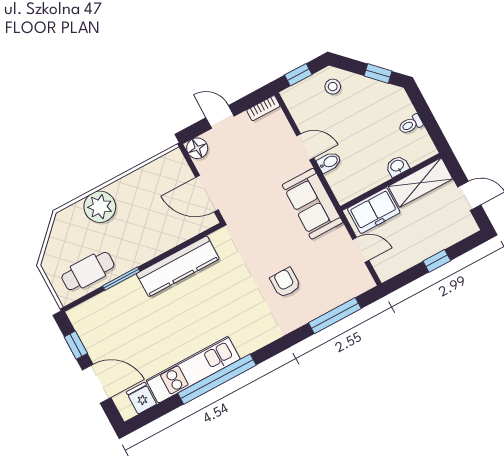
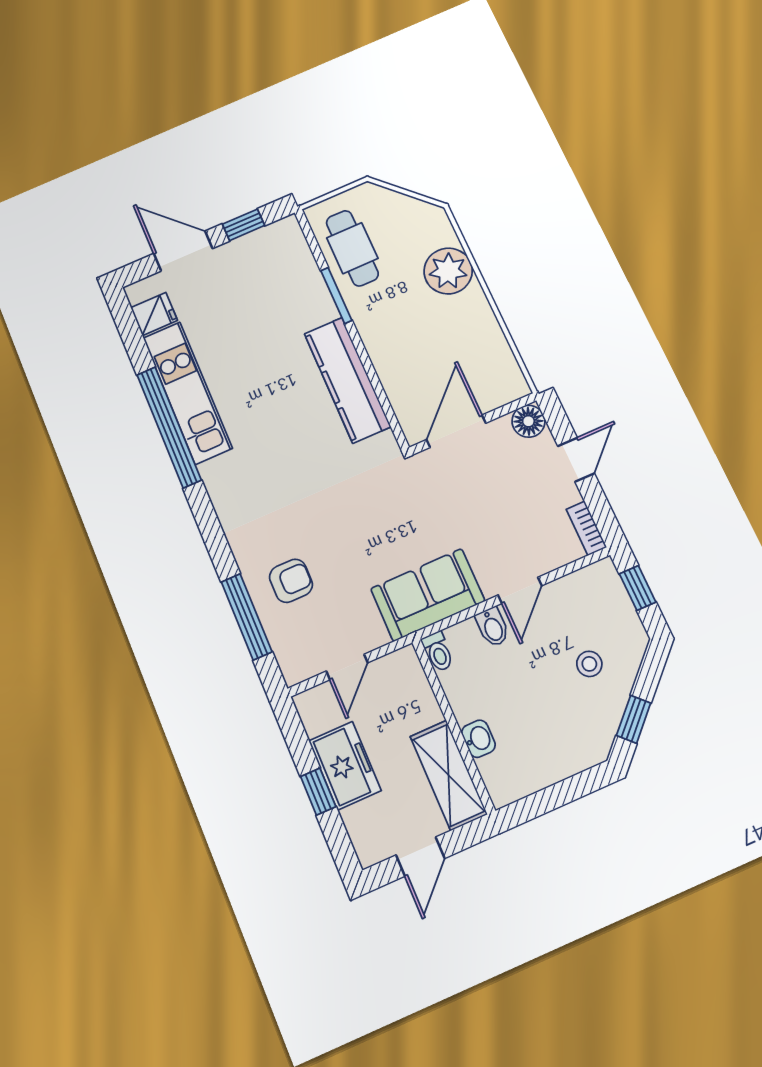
stool: (333, 87) -> (589, 664), moved
toilet: (411, 124) -> (438, 652), moved, turned 180
freezer: (374, 211) -> (345, 766), moved, turned 180
armchair: (285, 283) -> (291, 581), moved
door: (97, 384) -> (183, 251), swing flipped

